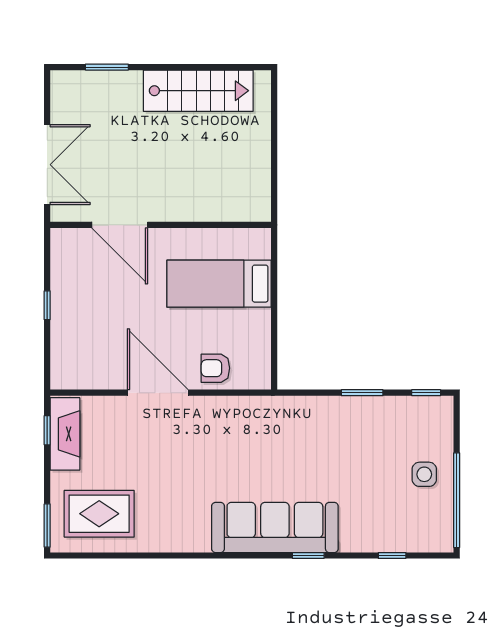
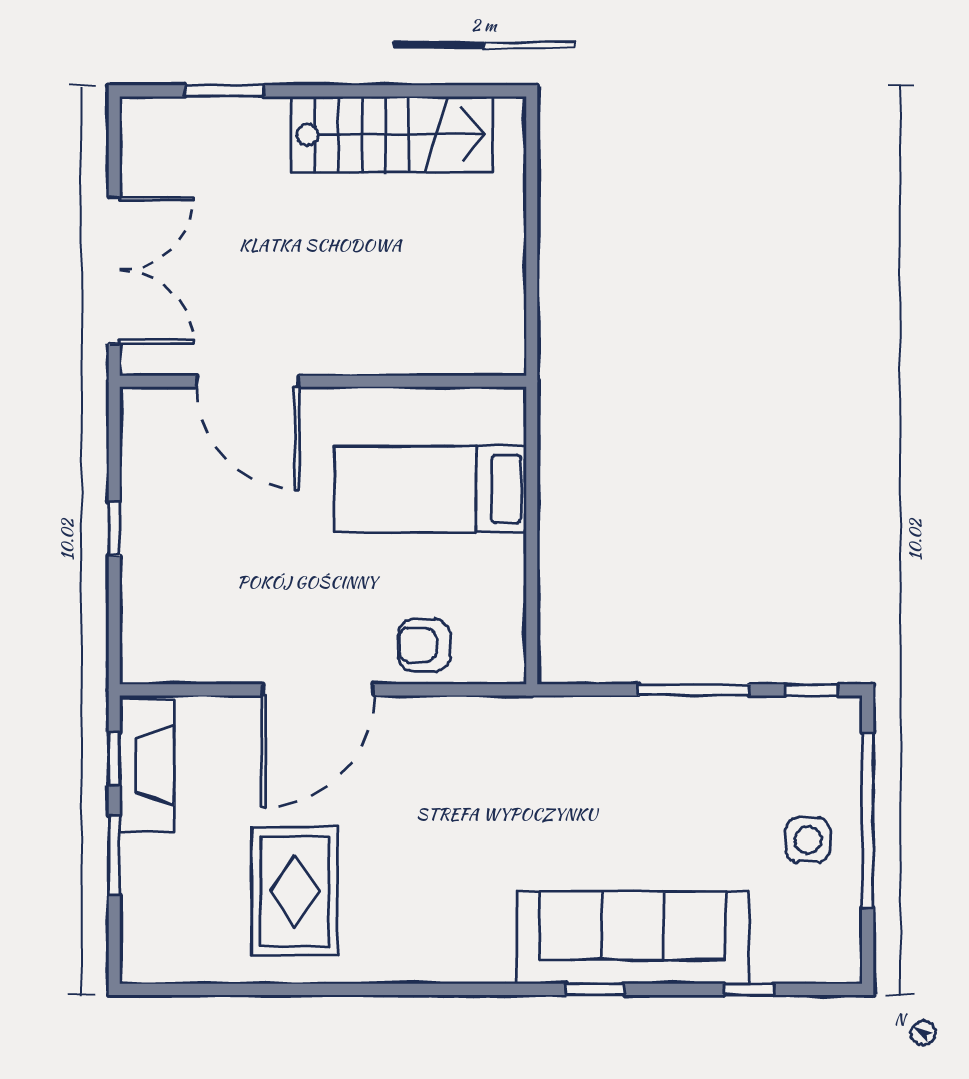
door: (158, 393) -> (318, 690), swing flipped
window: (362, 393) -> (694, 690), width x1.44
window: (457, 500) -> (868, 821), moved
rug: (99, 514) -> (295, 891), moved, turned 90
window: (47, 526) -> (114, 856), moved
sofa: (275, 527) -> (633, 938), moved

